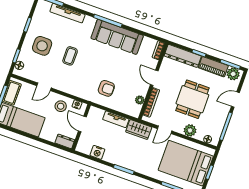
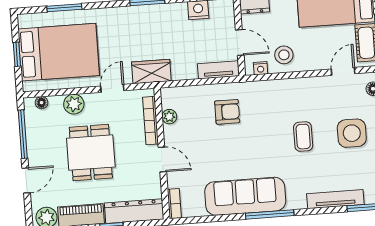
door: (44, 87) -> (343, 71), moved
armchair: (106, 88) -> (227, 112), turned 180
tv unit: (116, 119) -> (218, 70), moved

